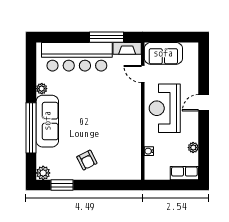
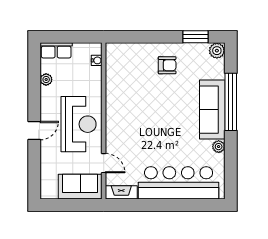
window: (107, 37) -> (145, 205), removed
water cooler: (149, 151) -> (97, 60), moved
armchair: (87, 160) -> (167, 65), turned 117

